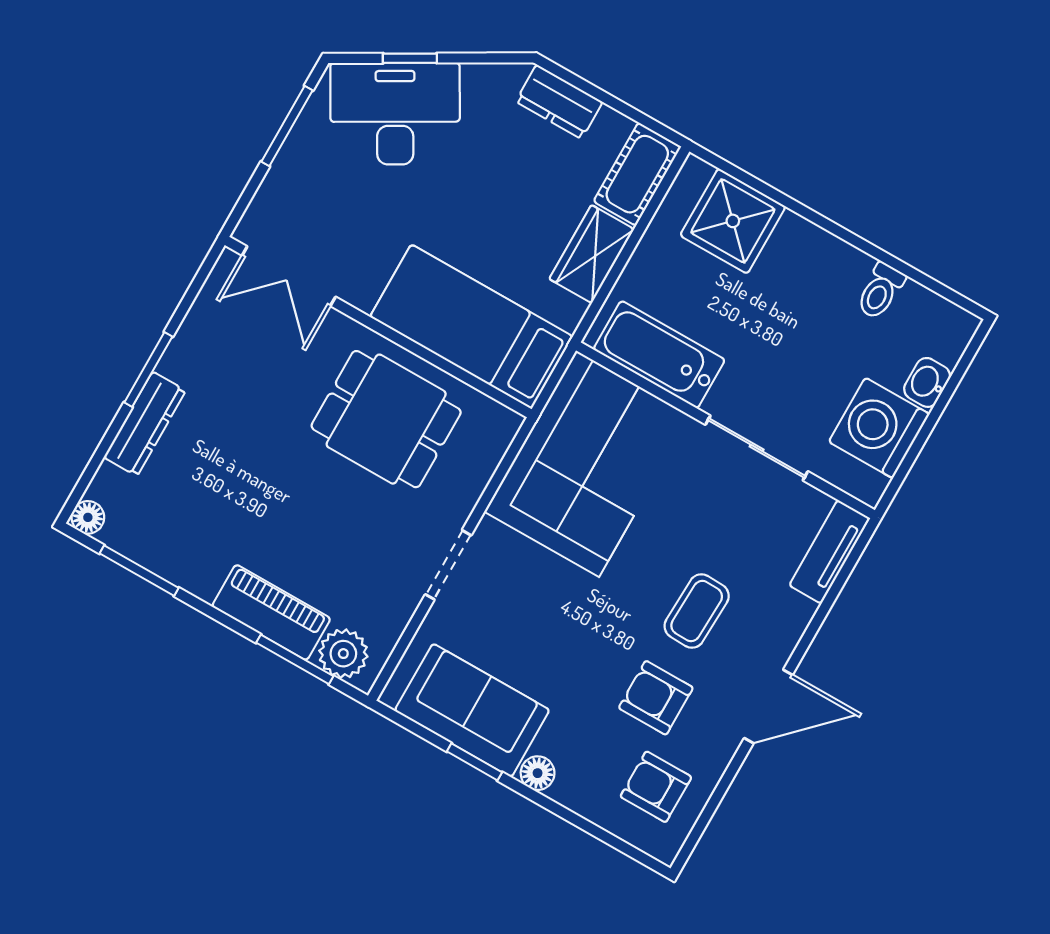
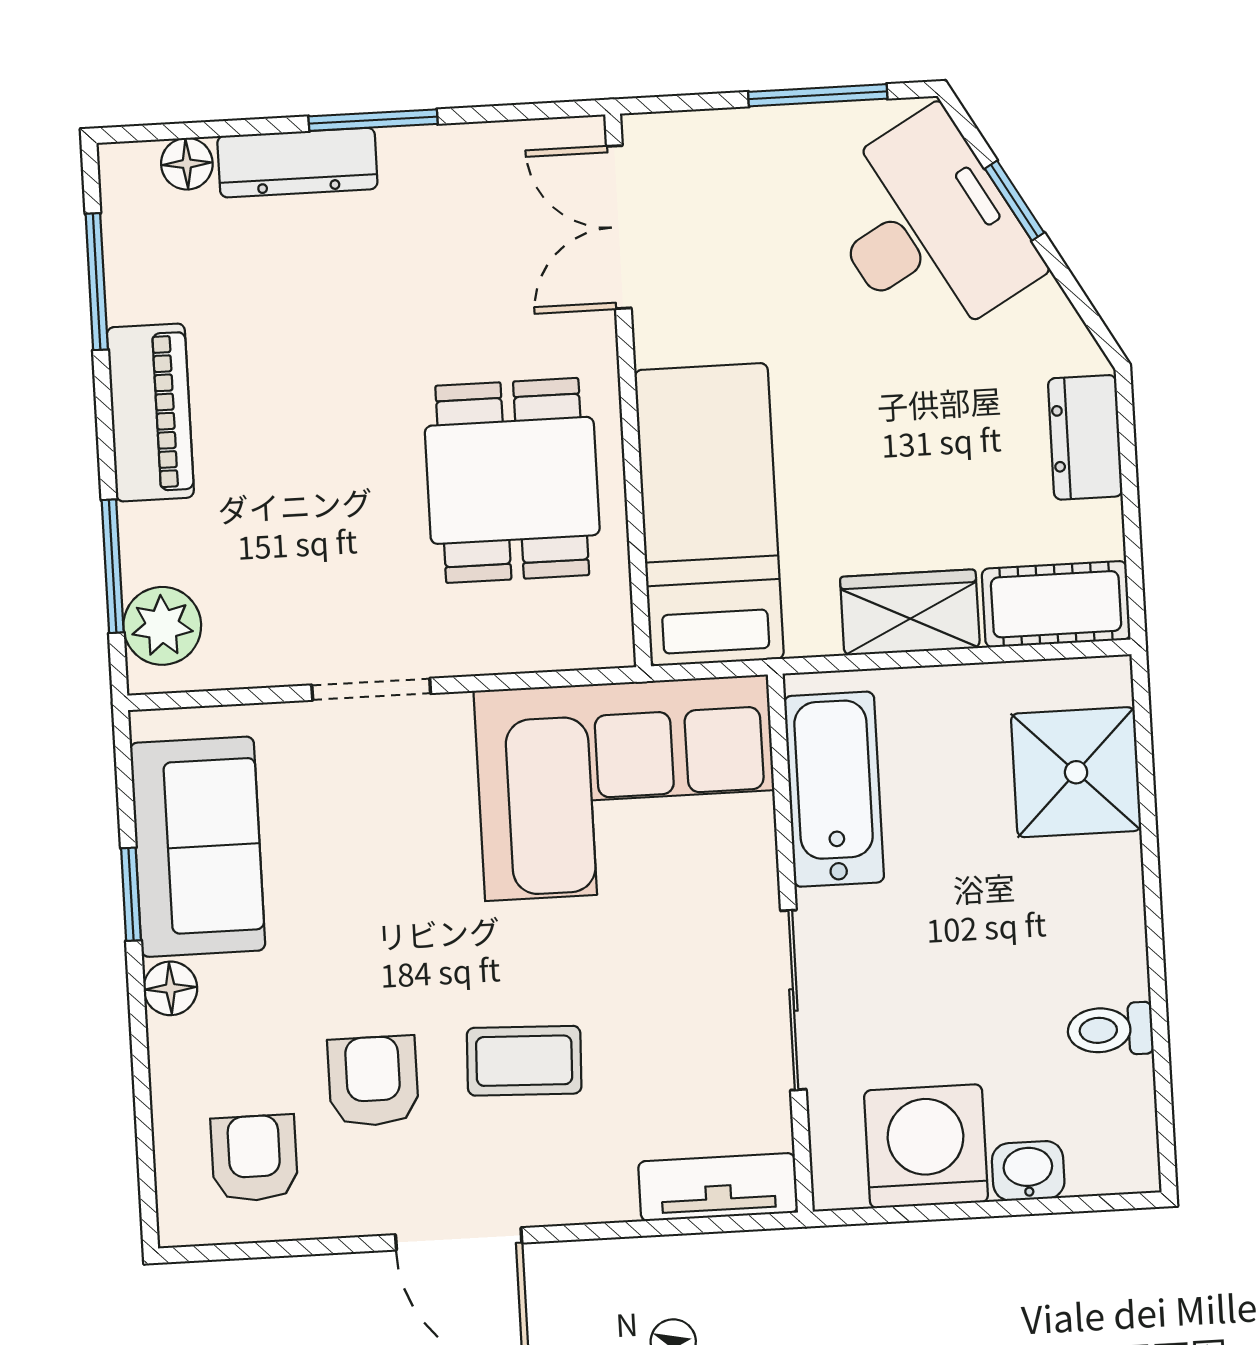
floor lamp: (88, 517) -> (187, 164), moved
piano: (271, 612) -> (150, 412), moved

